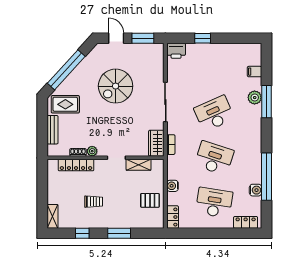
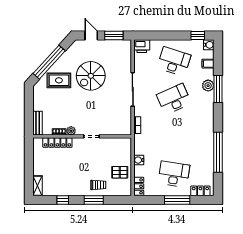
window: (203, 38) -> (198, 36), moved
rug: (65, 104) -> (59, 80), moved
bench: (52, 130) -> (38, 123), moved
wardrobe: (156, 143) -> (125, 124), removed
desk: (214, 158) -> (174, 61), moved
shelving: (139, 165) -> (110, 142), removed
water cooler: (256, 190) -> (209, 45), moved
trolley: (94, 202) -> (98, 185), moved
window: (218, 233) -> (177, 200), added

